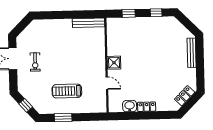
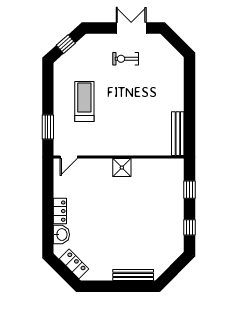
door: (107, 83) -> (69, 157), moved
washbasin: (130, 106) -> (61, 235), moved
window: (63, 118) -> (48, 127), moved

